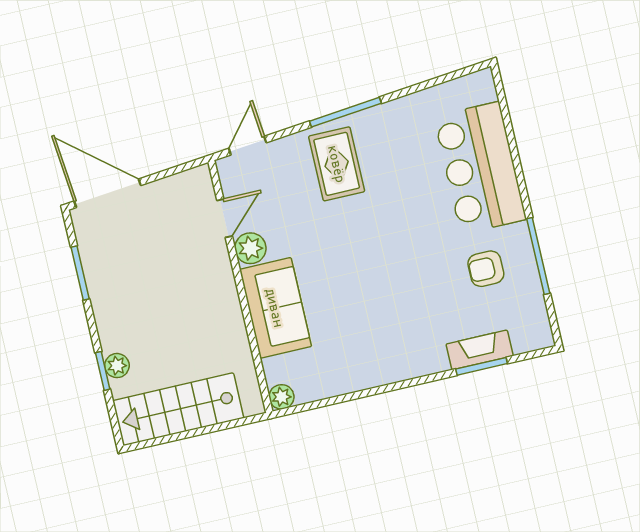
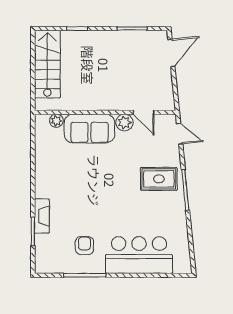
door: (107, 193) -> (171, 53), width x0.73
fireplace: (480, 350) -> (42, 216), moved
plant: (117, 366) -> (78, 37), removed
plant: (281, 397) -> (56, 121), moved

